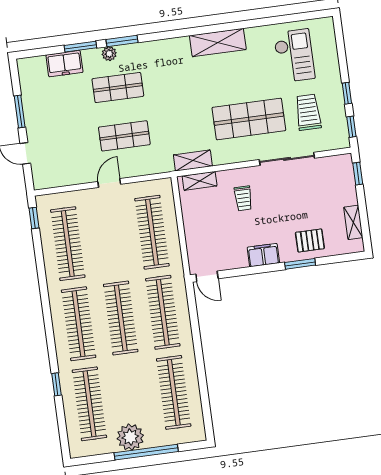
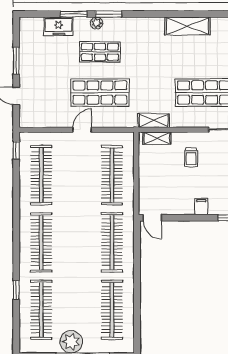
shop shelf: (124, 136) -> (100, 93), width x1.43, depth x1.36
filing cabinet: (263, 255) -> (201, 206), width x0.50
clothes rail: (121, 318) -> (77, 242), removed

